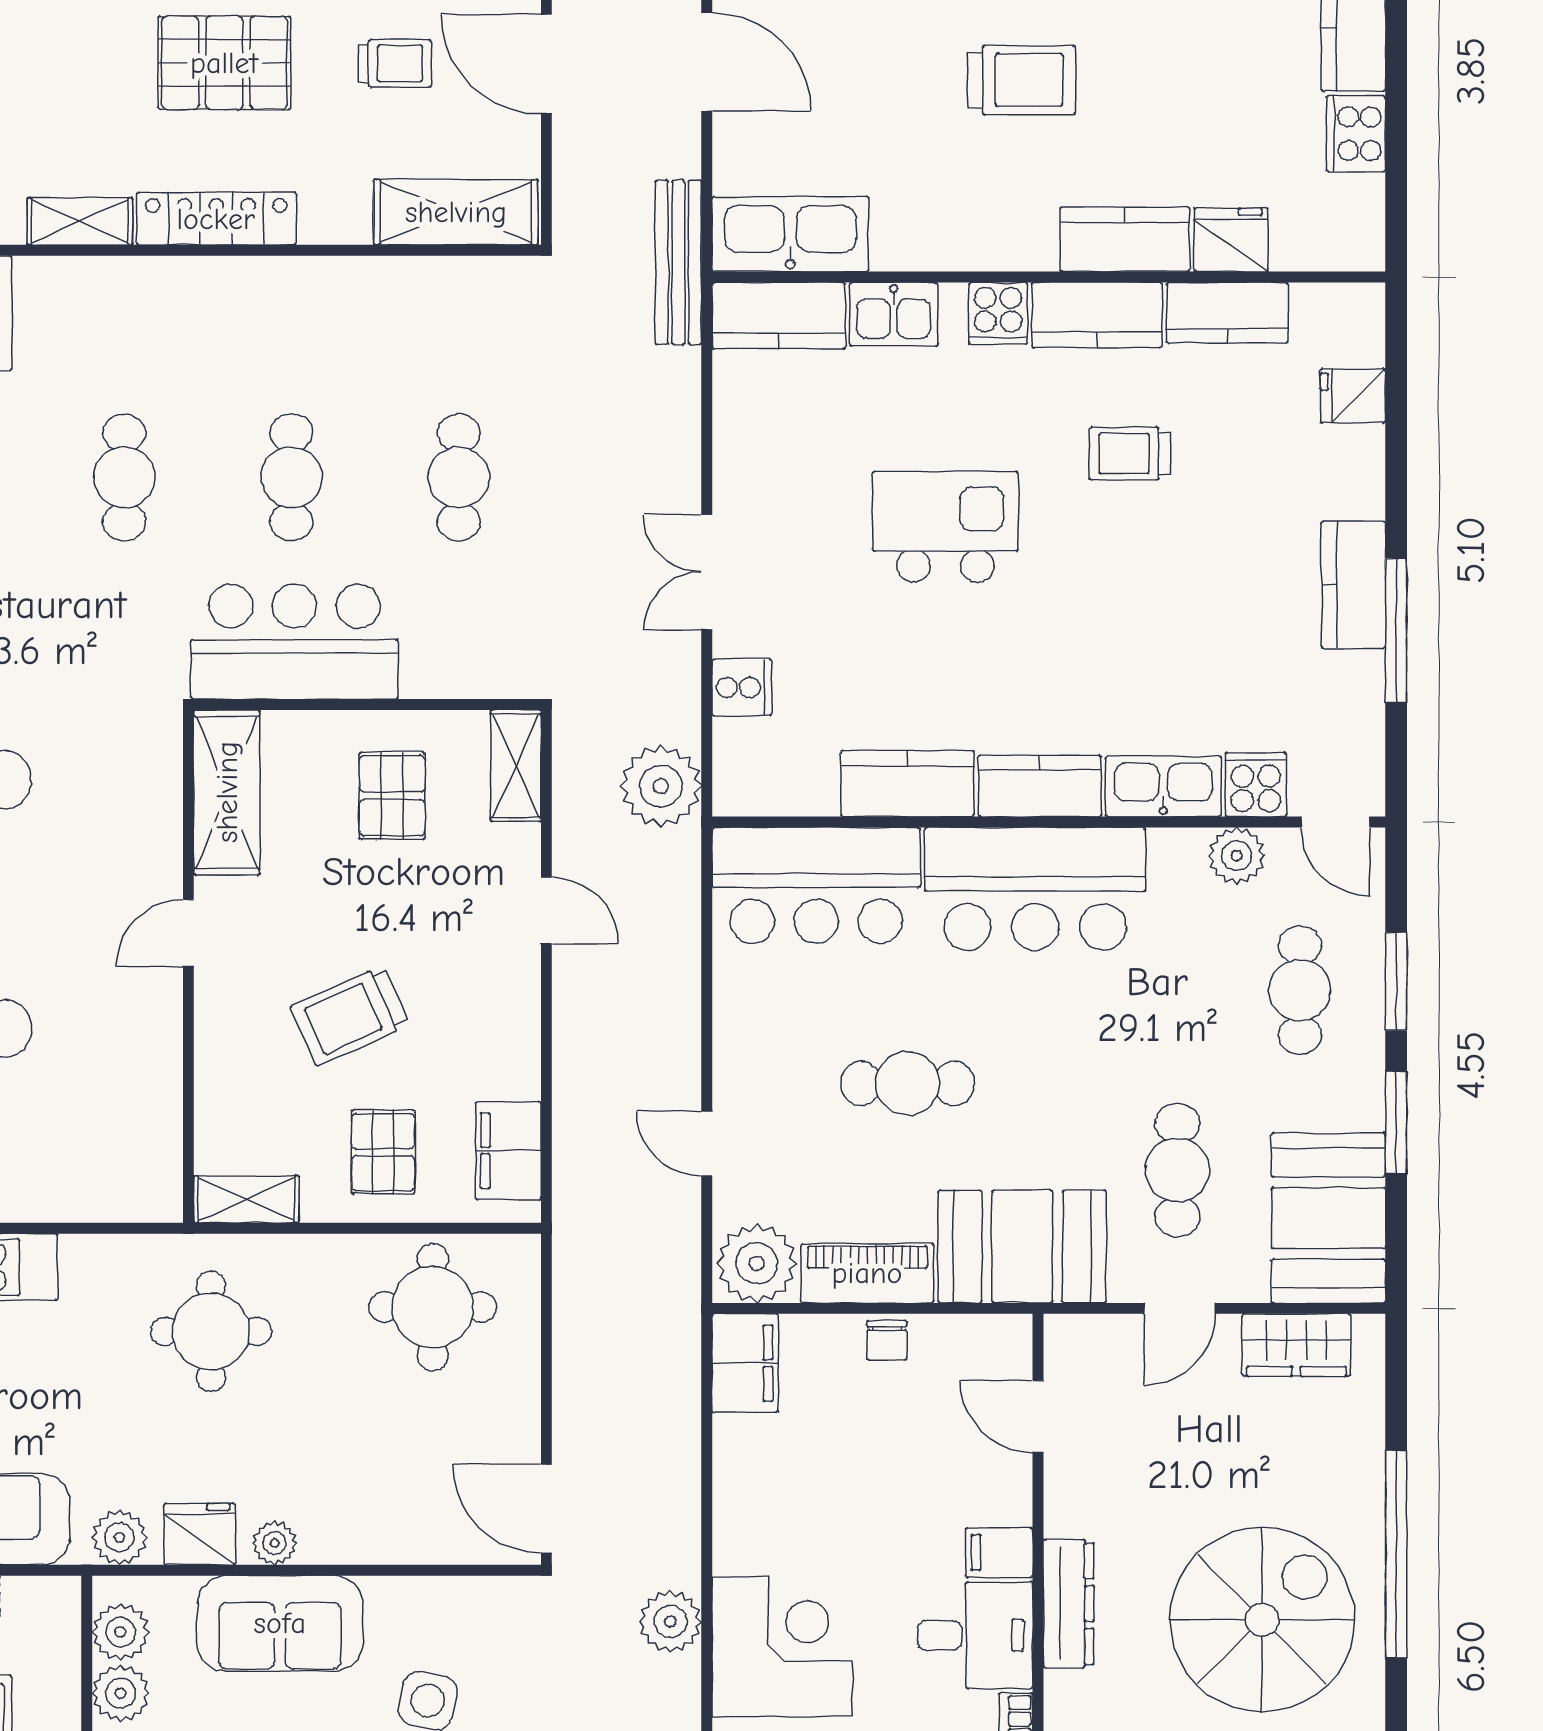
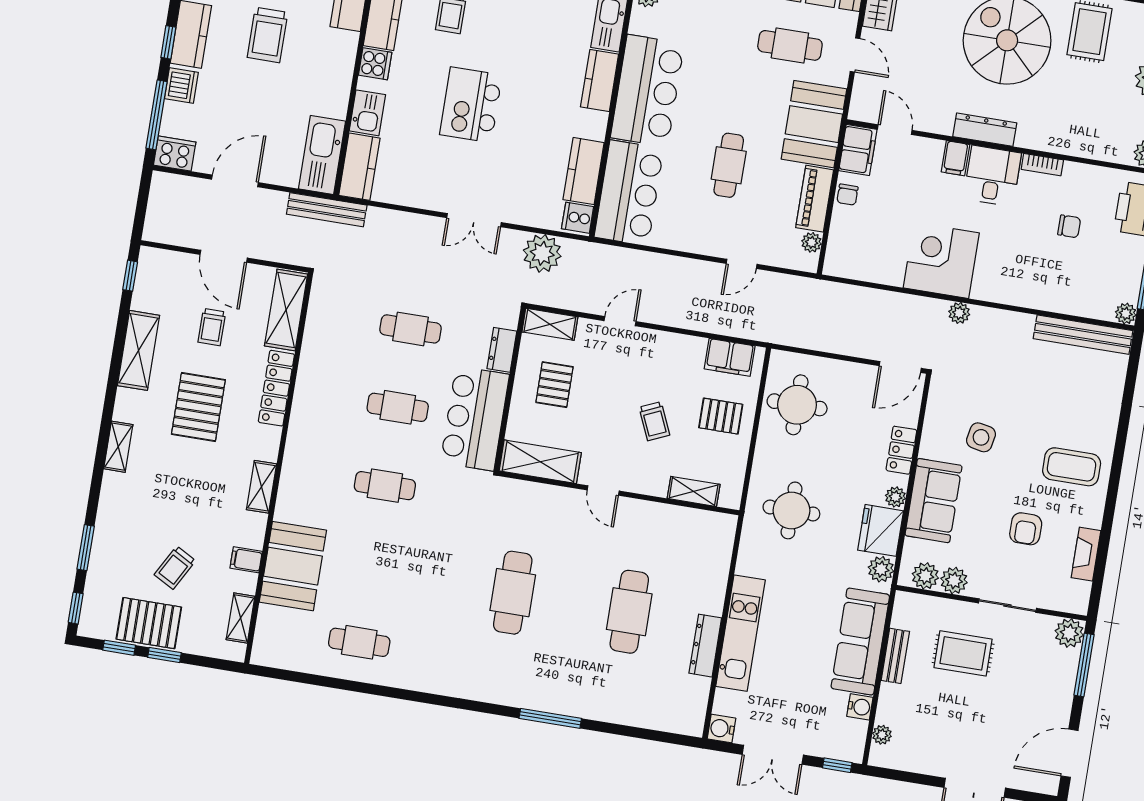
trolley: (395, 63) -> (212, 327), turned 180
door: (546, 64) -> (224, 256), hinge flipped
trolley: (1021, 80) -> (268, 35), turned 180
locker: (216, 219) -> (276, 388), moved
dresser: (446, 674) -> (502, 350), added
cooker: (742, 687) -> (578, 218), moved, turned -90
kitchen counter: (908, 784) -> (584, 171), moved
plant: (661, 786) -> (542, 253), moved
pallet: (392, 796) -> (555, 385), turned 90
trolley: (350, 1016) -> (654, 421), width x0.73, depth x0.72
shelving: (246, 1199) -> (694, 491), moved, turned 90
plant: (757, 1263) -> (812, 242), width x0.53, depth x0.53
chair: (887, 1340) -> (847, 195), turned 90
filing cabinet: (745, 1363) -> (858, 150), moved, turned 90
door: (1038, 1417) -> (895, 130), swing flipped
fridge: (200, 1534) -> (881, 530), width x1.36, depth x1.34
locker: (374, 1540) -> (901, 450), added
plant: (670, 1621) -> (959, 313), width x0.73, depth x0.73
corner desk: (782, 1647) -> (941, 260), moved

